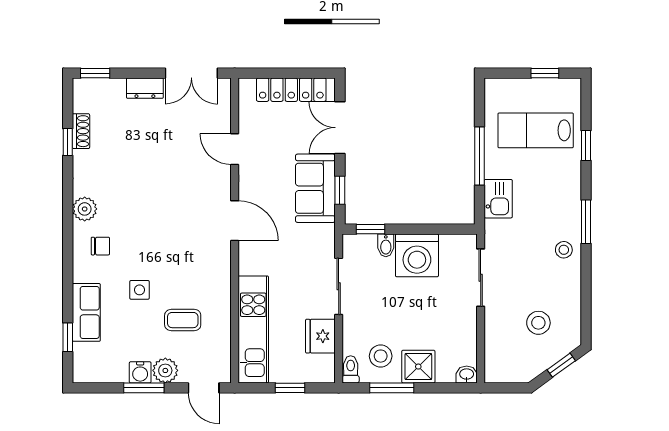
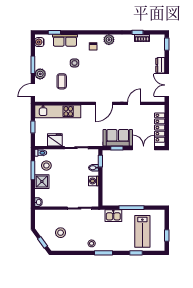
lab bench: (536, 130) -> (142, 231), turned 180
washing machine: (417, 255) -> (93, 181), width x0.53, depth x0.53
water cooler: (140, 372) -> (39, 42), moved

